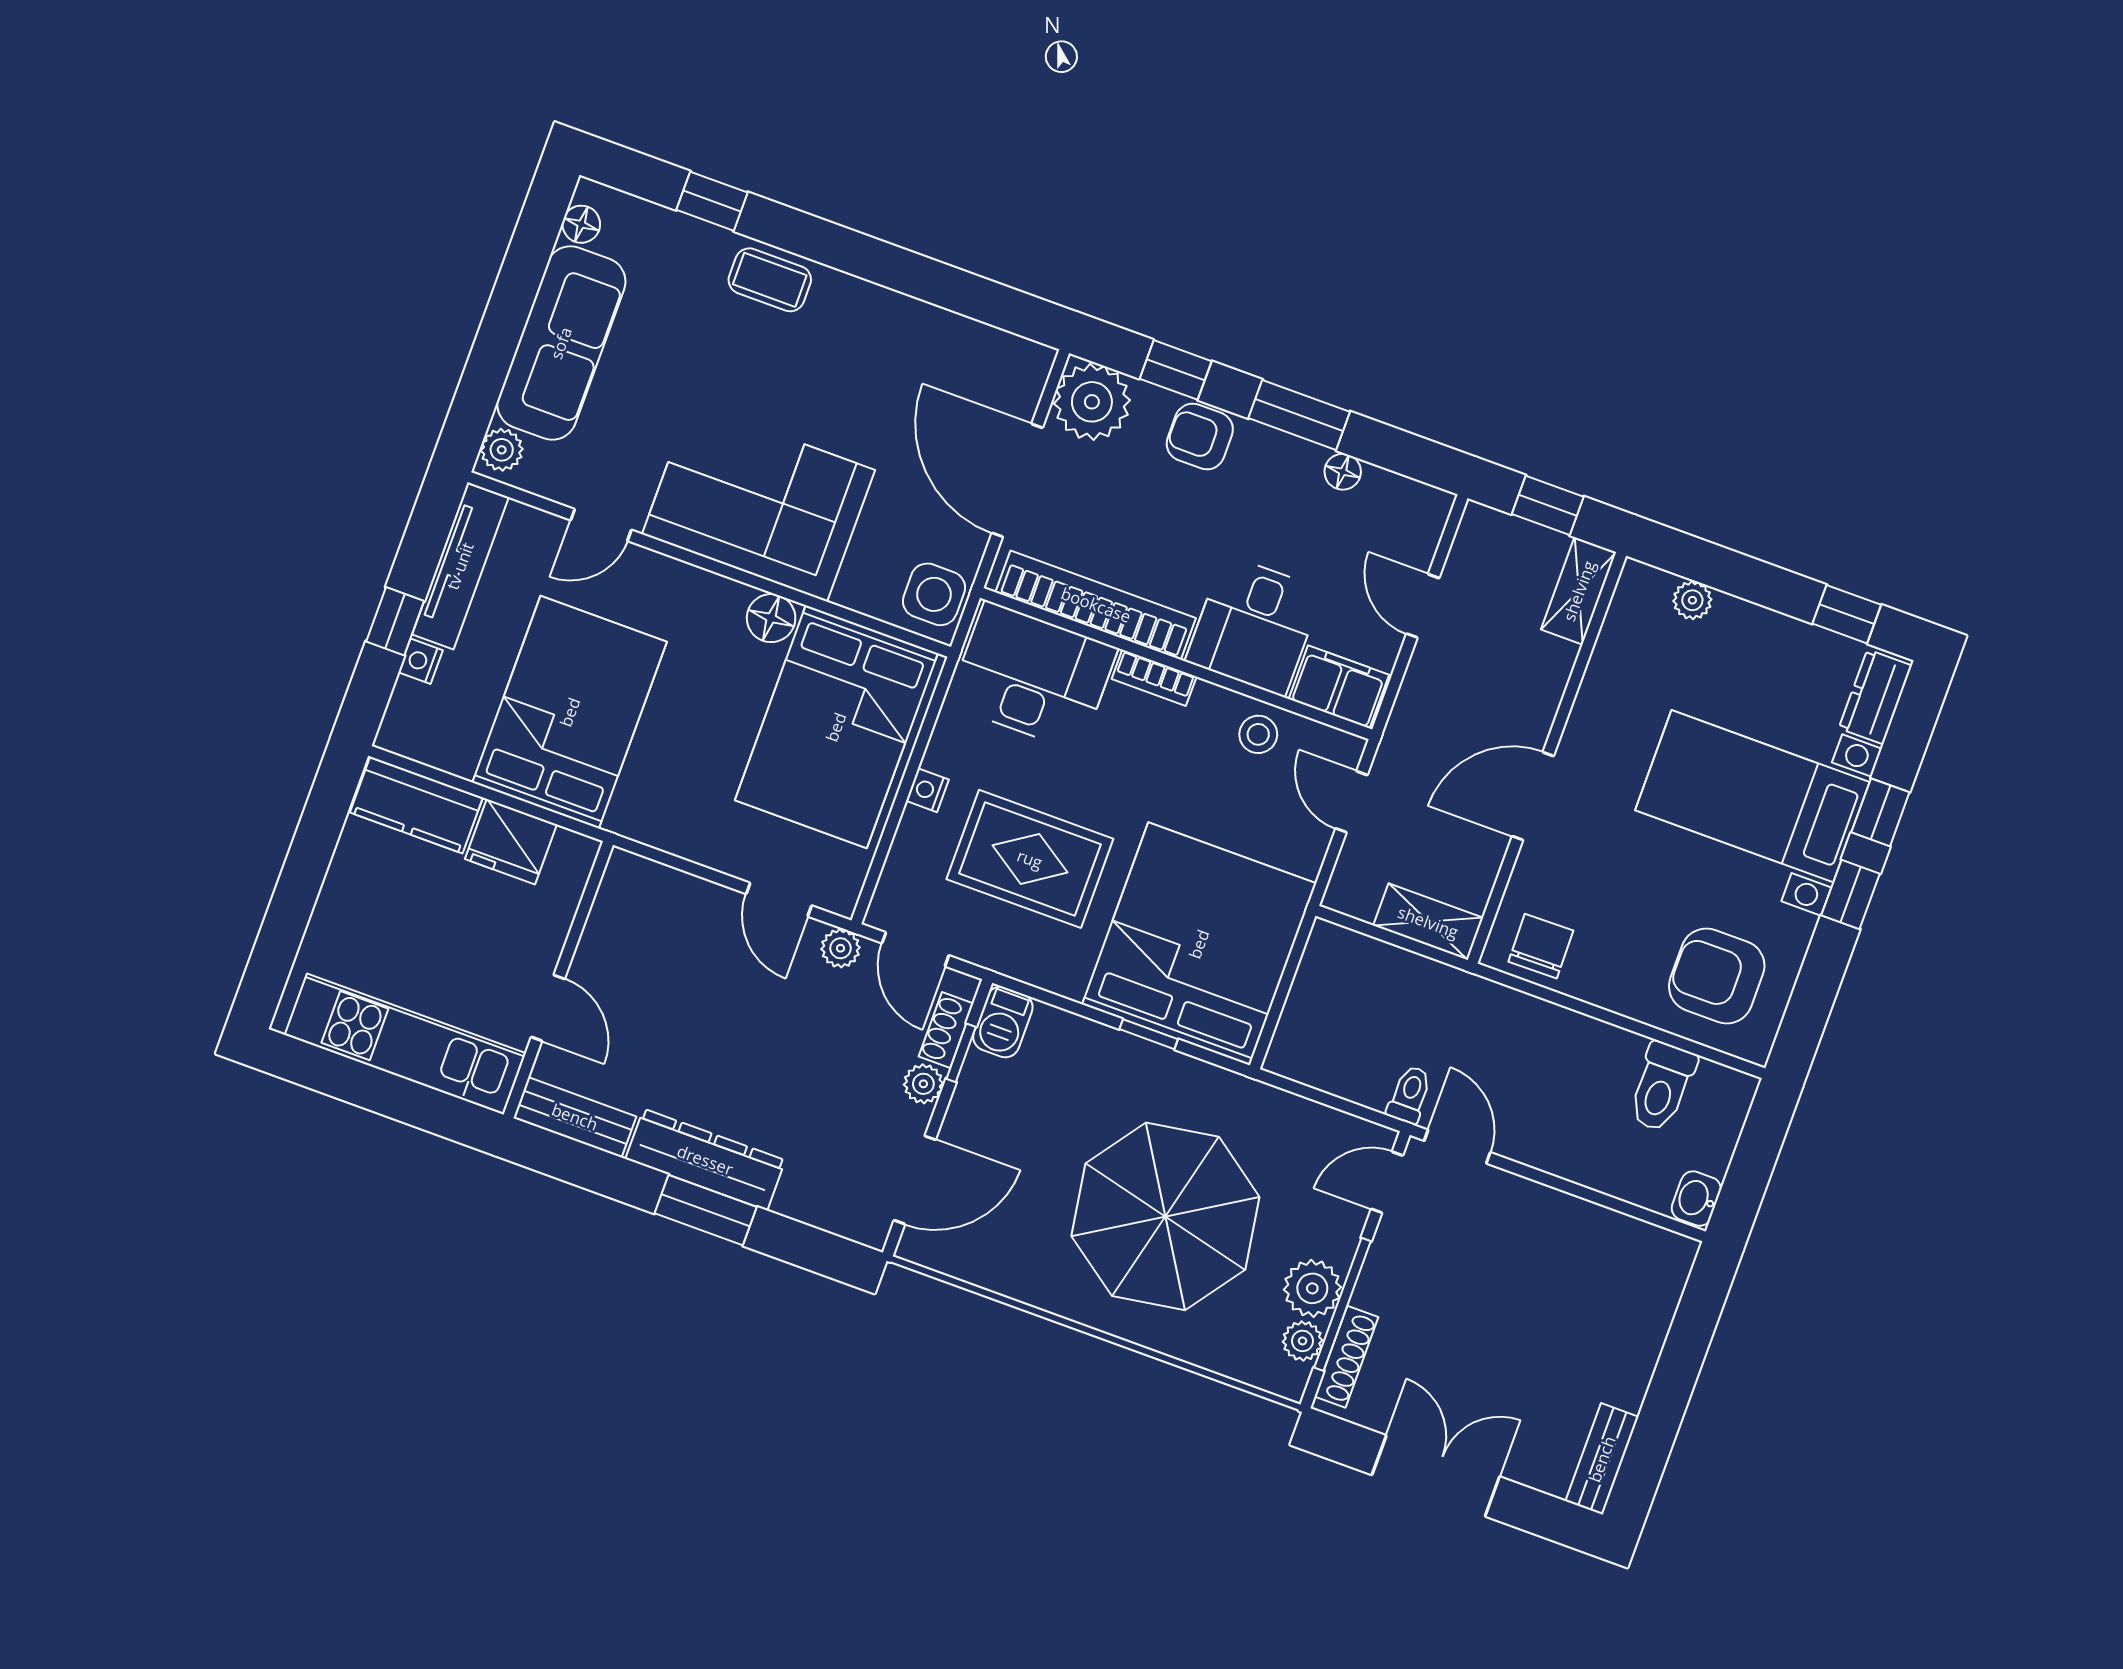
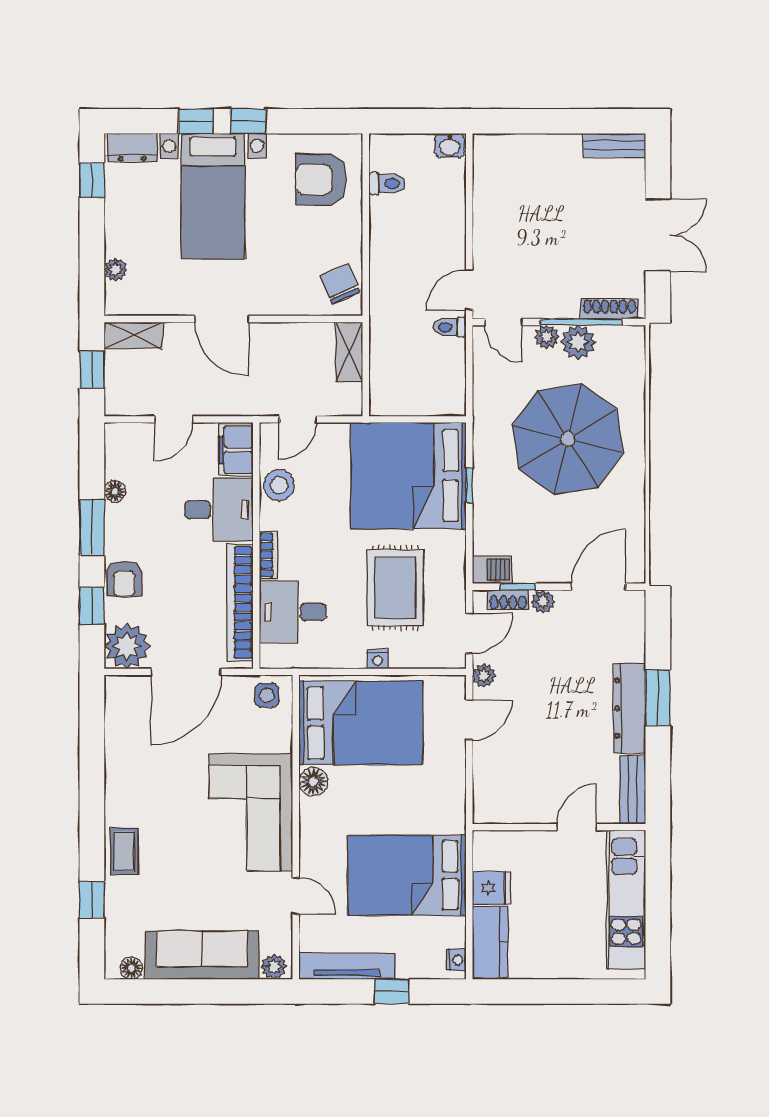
side table: (934, 594) -> (267, 695), width x0.73, depth x0.73
nightstand: (420, 661) -> (456, 960), moved, turned -90
desk: (1033, 676) -> (293, 612), width x0.73
stool: (1258, 734) -> (279, 485), width x1.37, depth x1.37
door: (1533, 796) -> (222, 319), moved
fridge: (511, 842) -> (491, 888), width x0.72
chair: (1541, 946) -> (340, 284), turned 68
armchair: (1717, 976) -> (321, 179), turned 90
toilet: (1662, 1087) -> (387, 183), width x0.73, depth x0.72
door: (915, 1180) -> (598, 587), hinge flipped
plant: (1303, 1341) -> (547, 337), moved
double door: (1436, 1476) -> (658, 235), swing flipped

